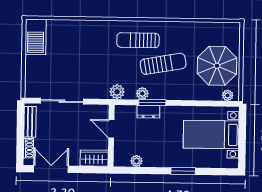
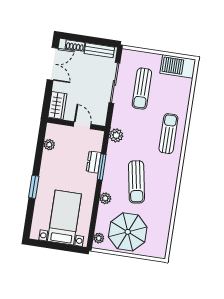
sun lounger: (138, 40) -> (168, 134), moved
sun lounger: (64, 72) -> (142, 89), added
plant: (142, 93) -> (105, 198), moved
door: (111, 129) -> (82, 125), hinge flipped

